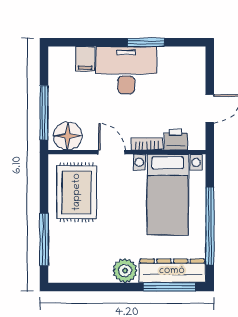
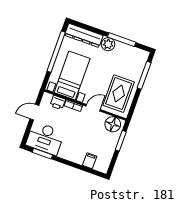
window: (146, 42) -> (42, 154), moved
desk: (126, 70) -> (45, 138), moved
window: (44, 113) -> (121, 141), width x0.69
door: (112, 152) -> (93, 108), swing flipped
window: (169, 287) -> (122, 40), moved

